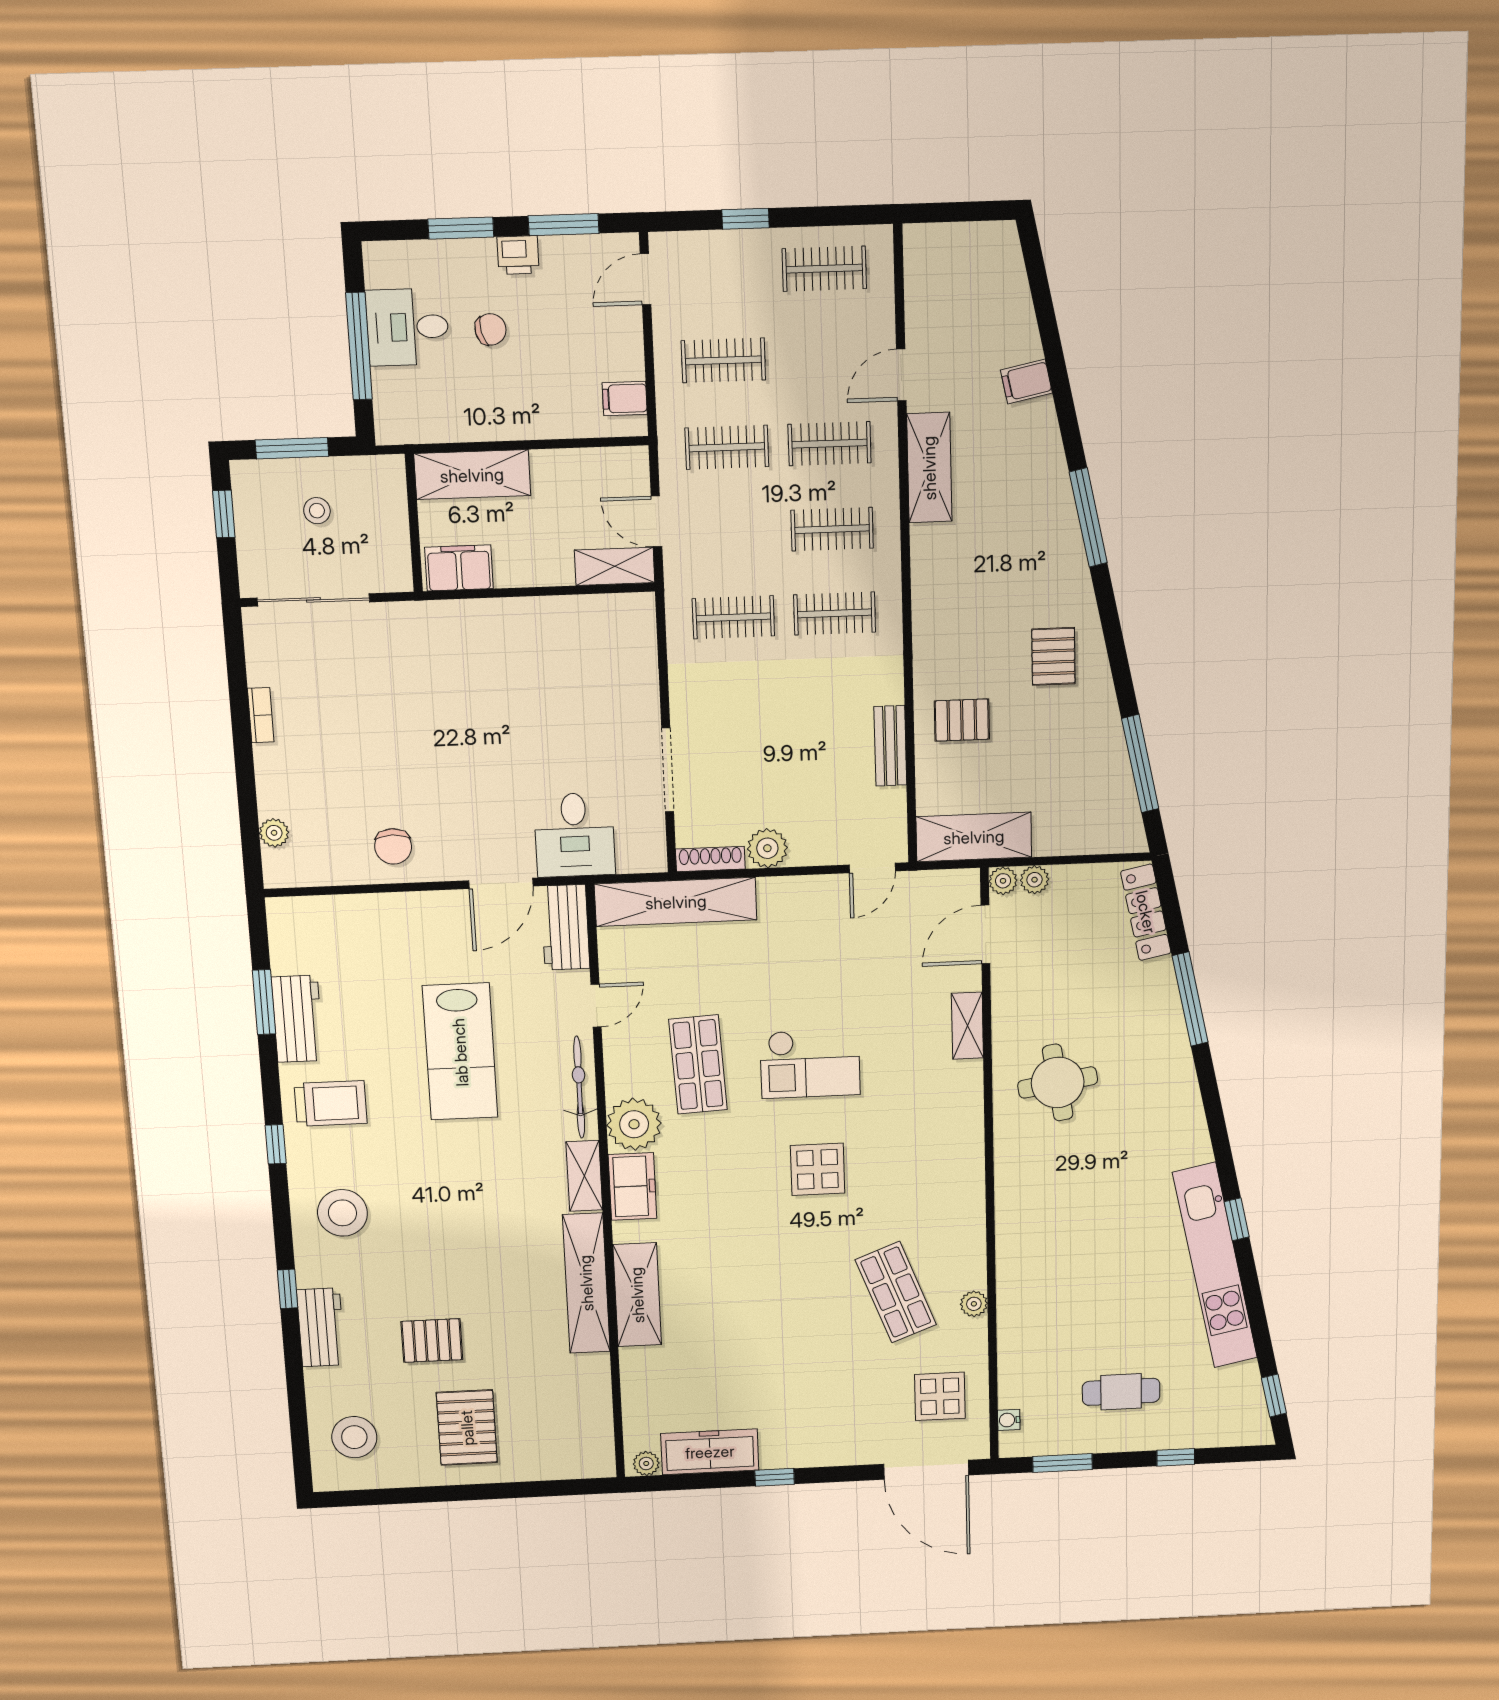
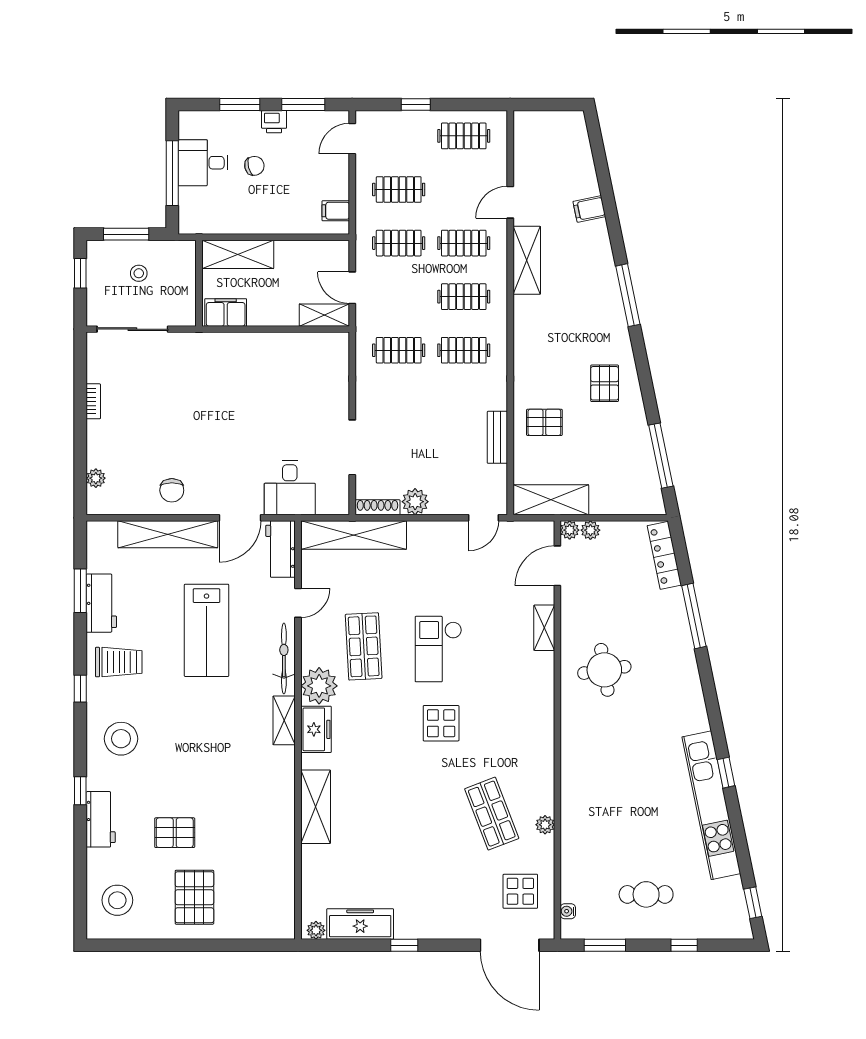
checkout: (810, 1064) -> (438, 649), turned 90
shelving: (586, 1283) -> (168, 534), moved, turned 90

